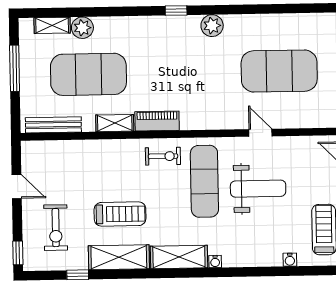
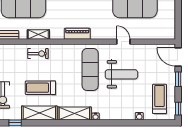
piano: (157, 121) -> (77, 34), moved
exercise bike: (163, 156) -> (38, 54), moved
treadmill: (120, 214) -> (40, 88), turned 180

